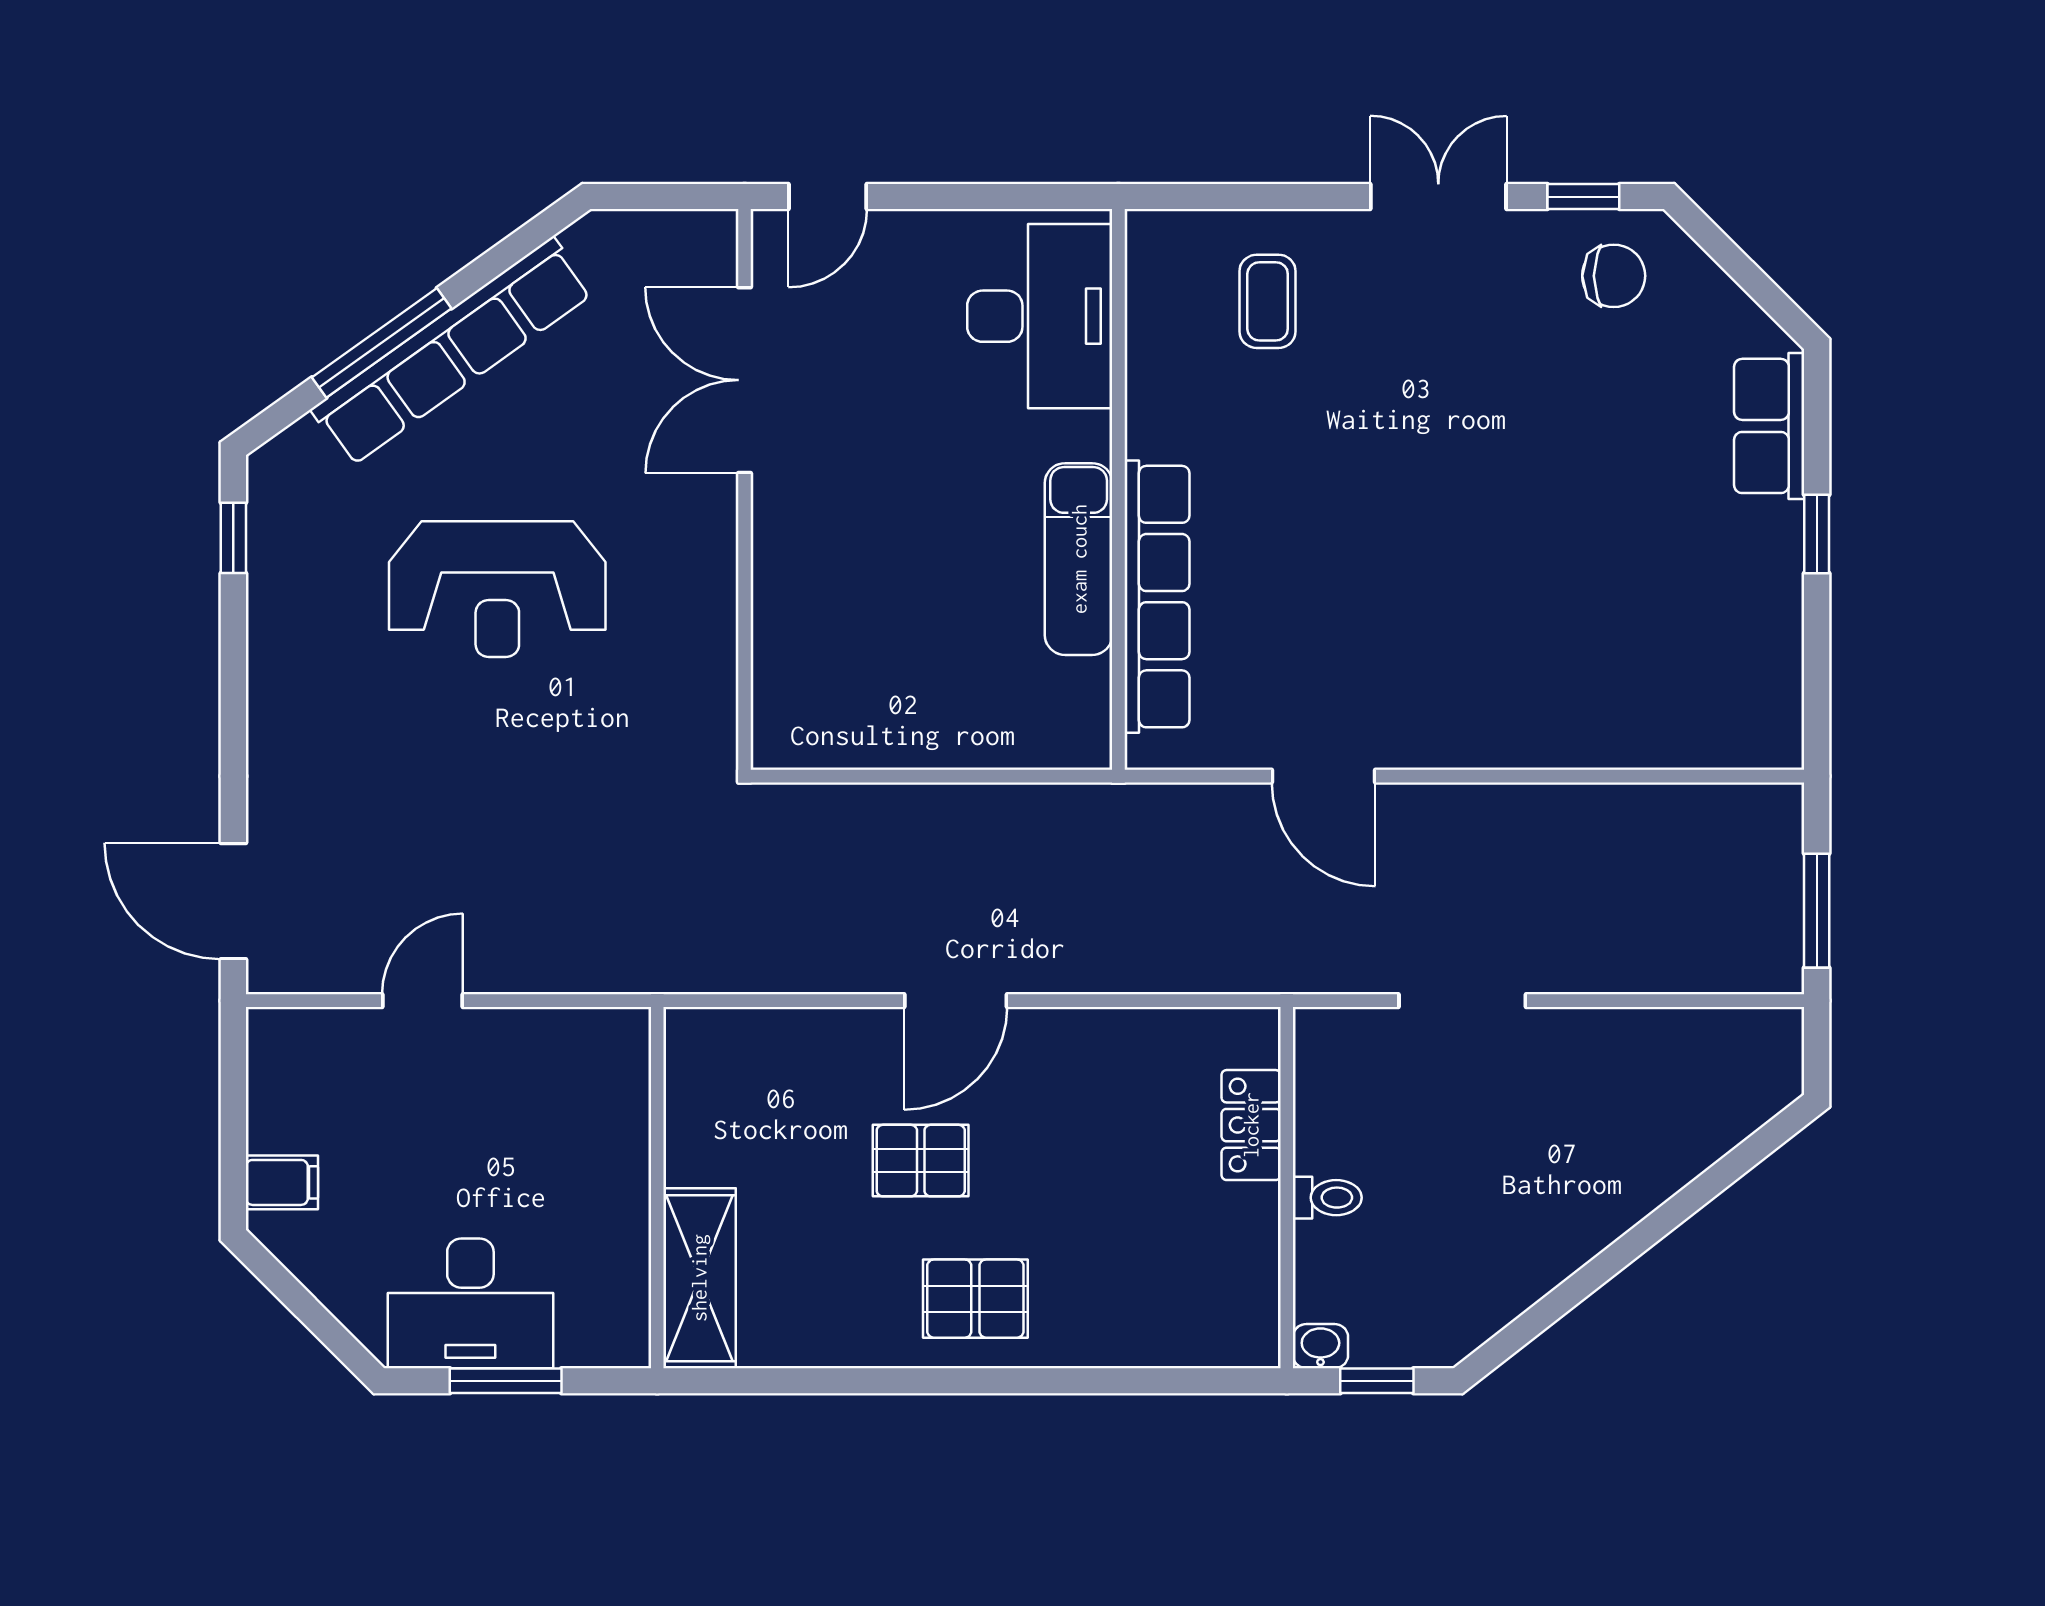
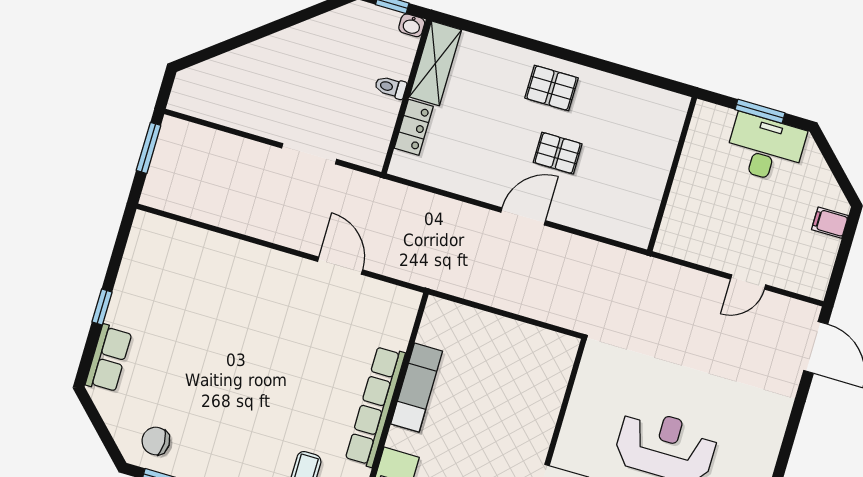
row of seats: (1157, 597) -> (375, 406), moved
shelving: (699, 1278) -> (435, 63), moved

